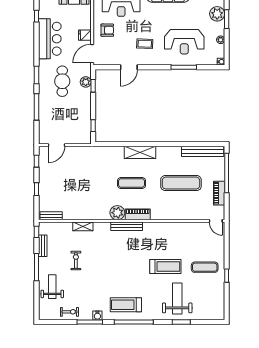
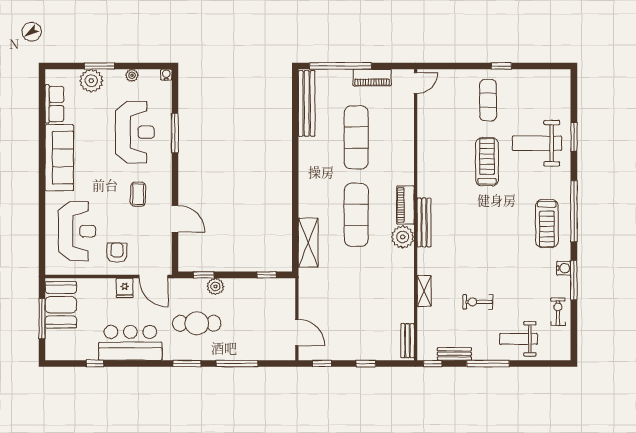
plant: (86, 82) -> (215, 286), moved
shelving: (140, 152) -> (308, 243), moved
exercise mat: (132, 183) -> (356, 215), width x1.36, depth x1.45

